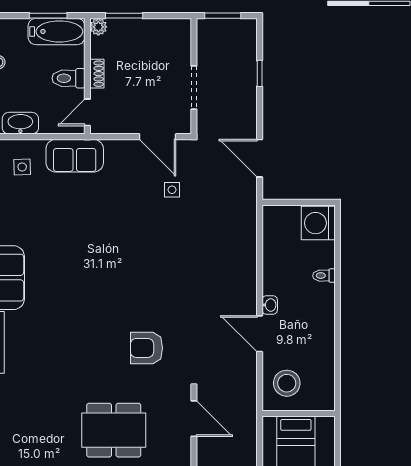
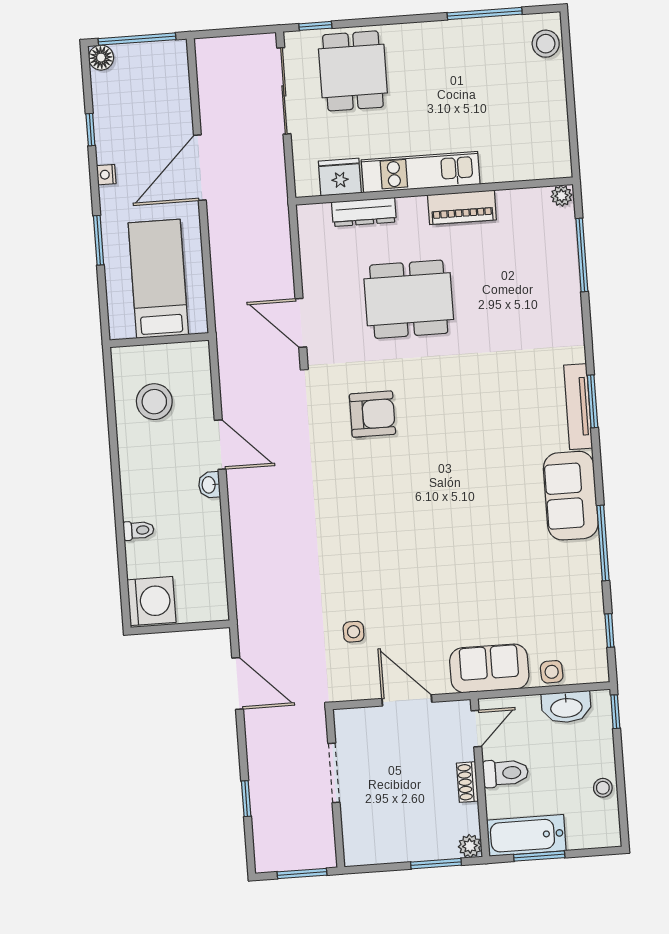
door: (158, 137) -> (407, 700), moved
side table: (22, 167) -> (552, 672), moved
stool: (287, 383) -> (154, 402), moved

